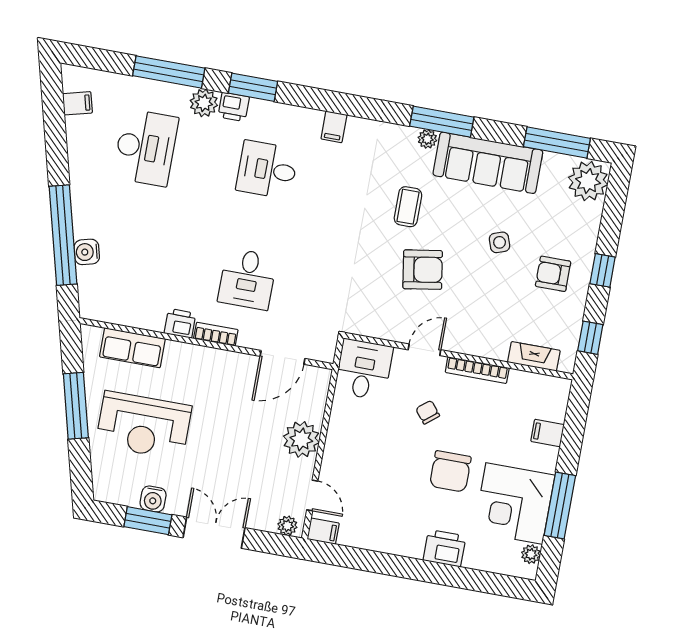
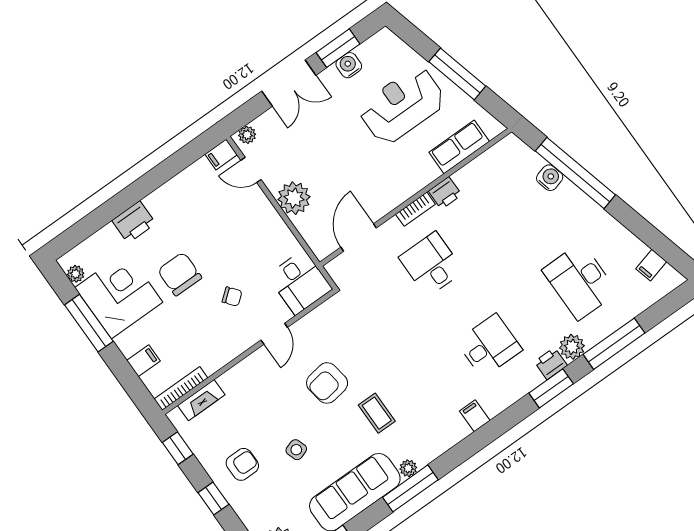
bookcase: (477, 370) -> (181, 388), moved

